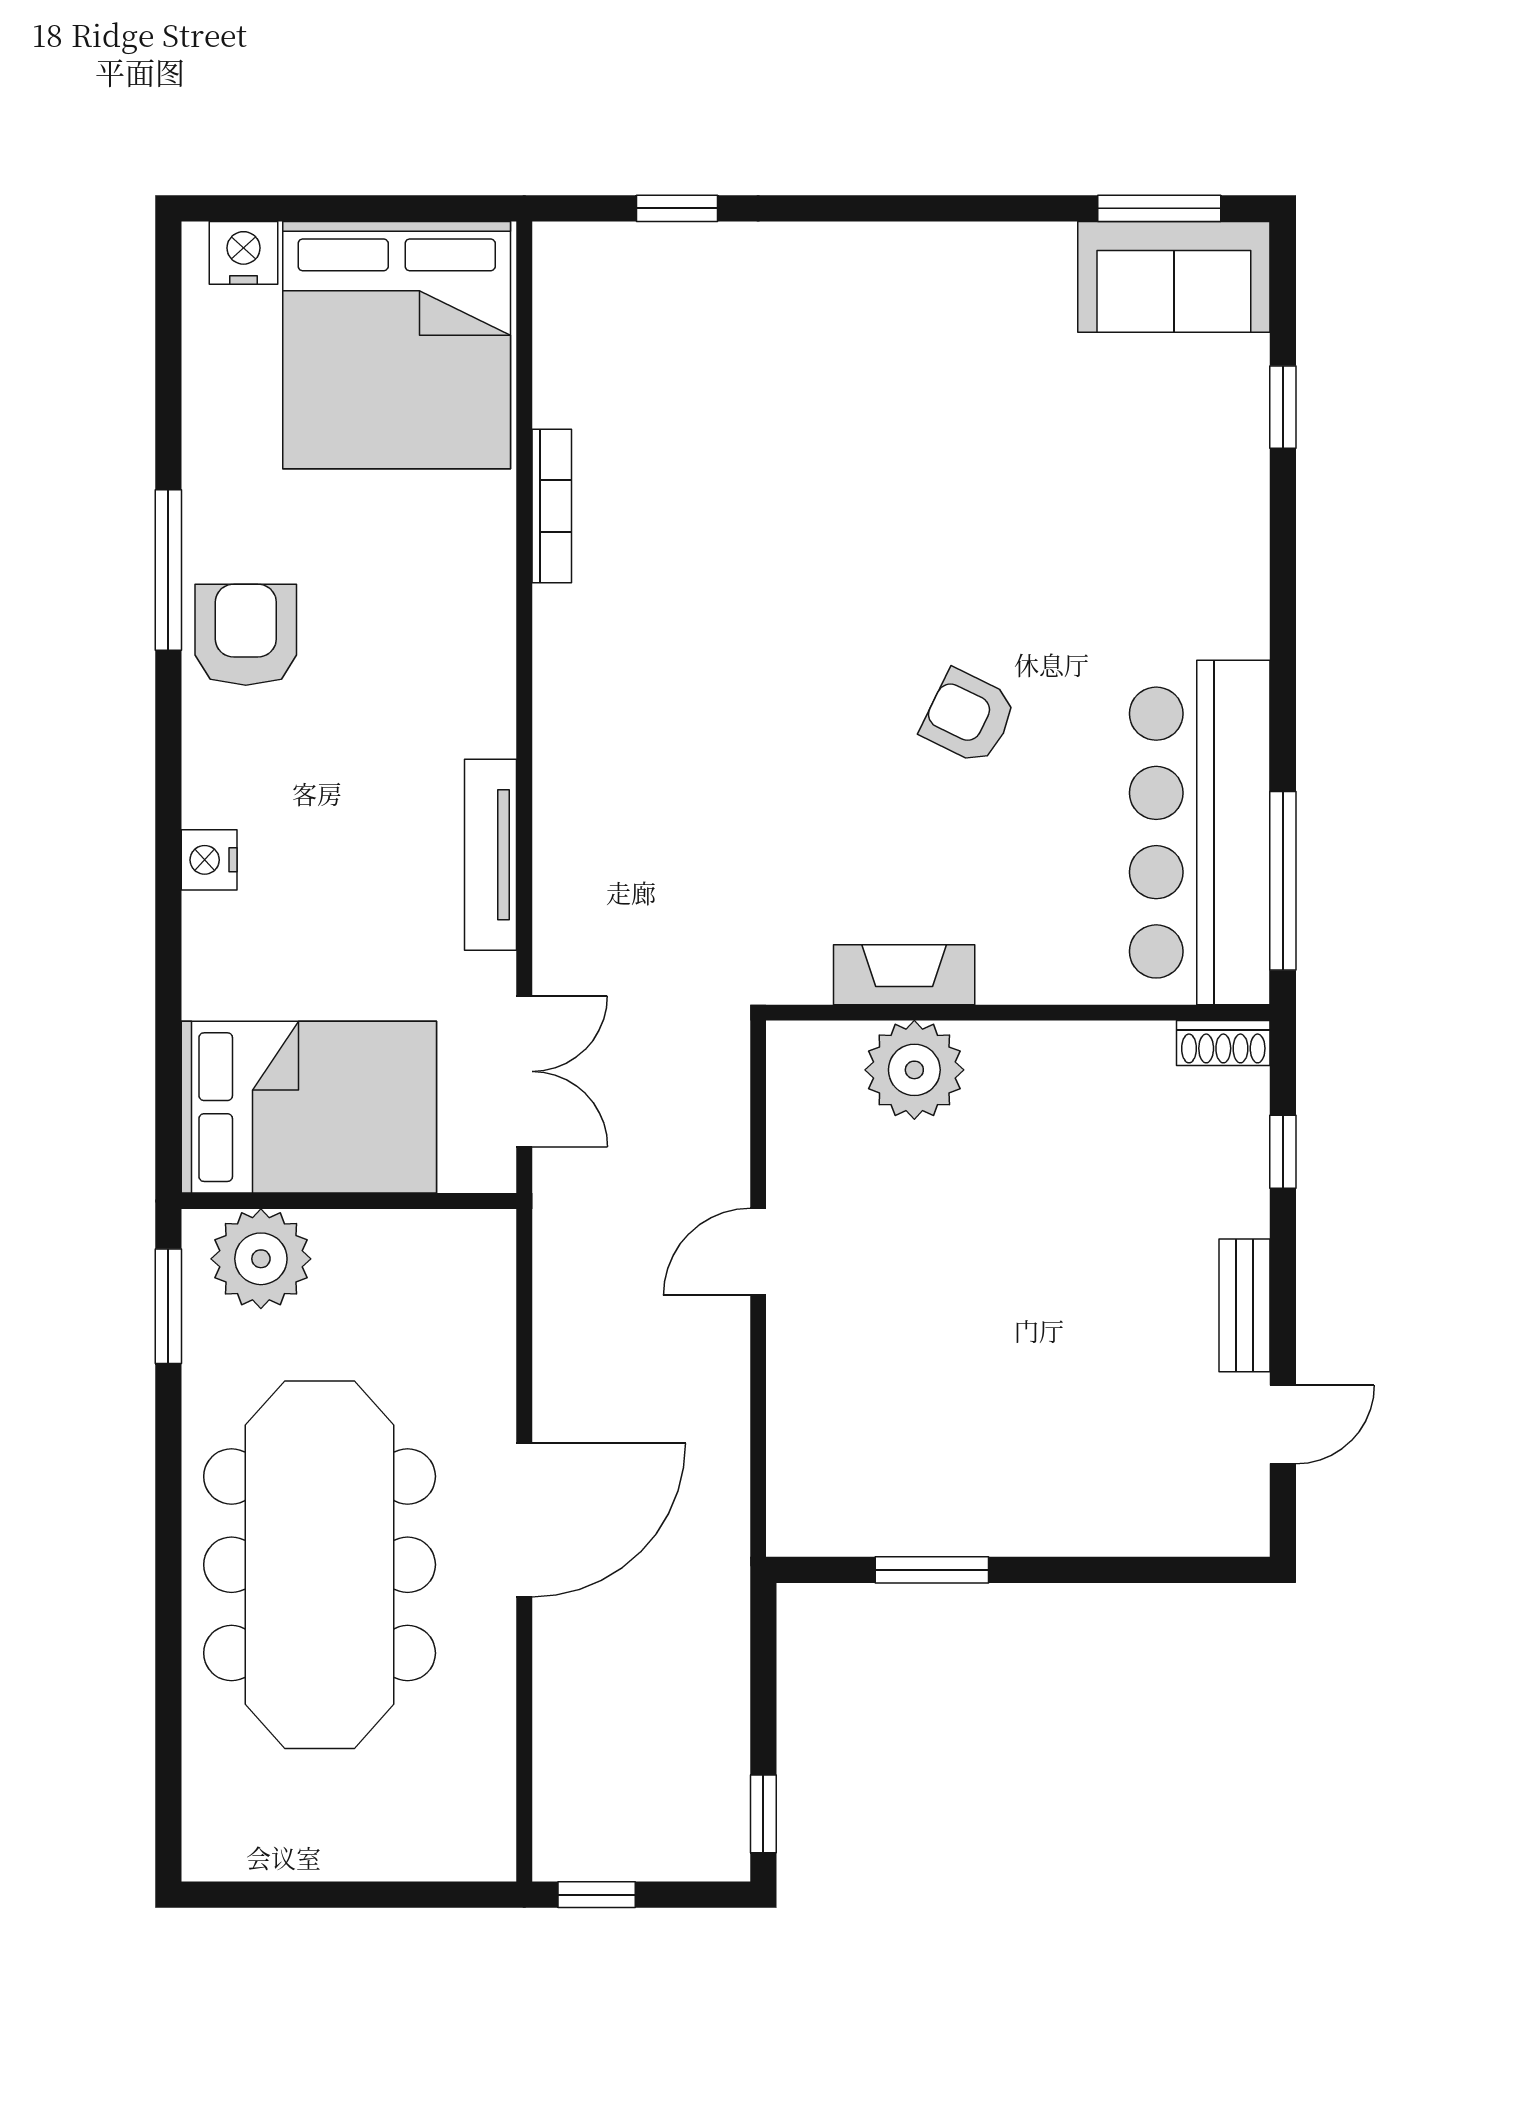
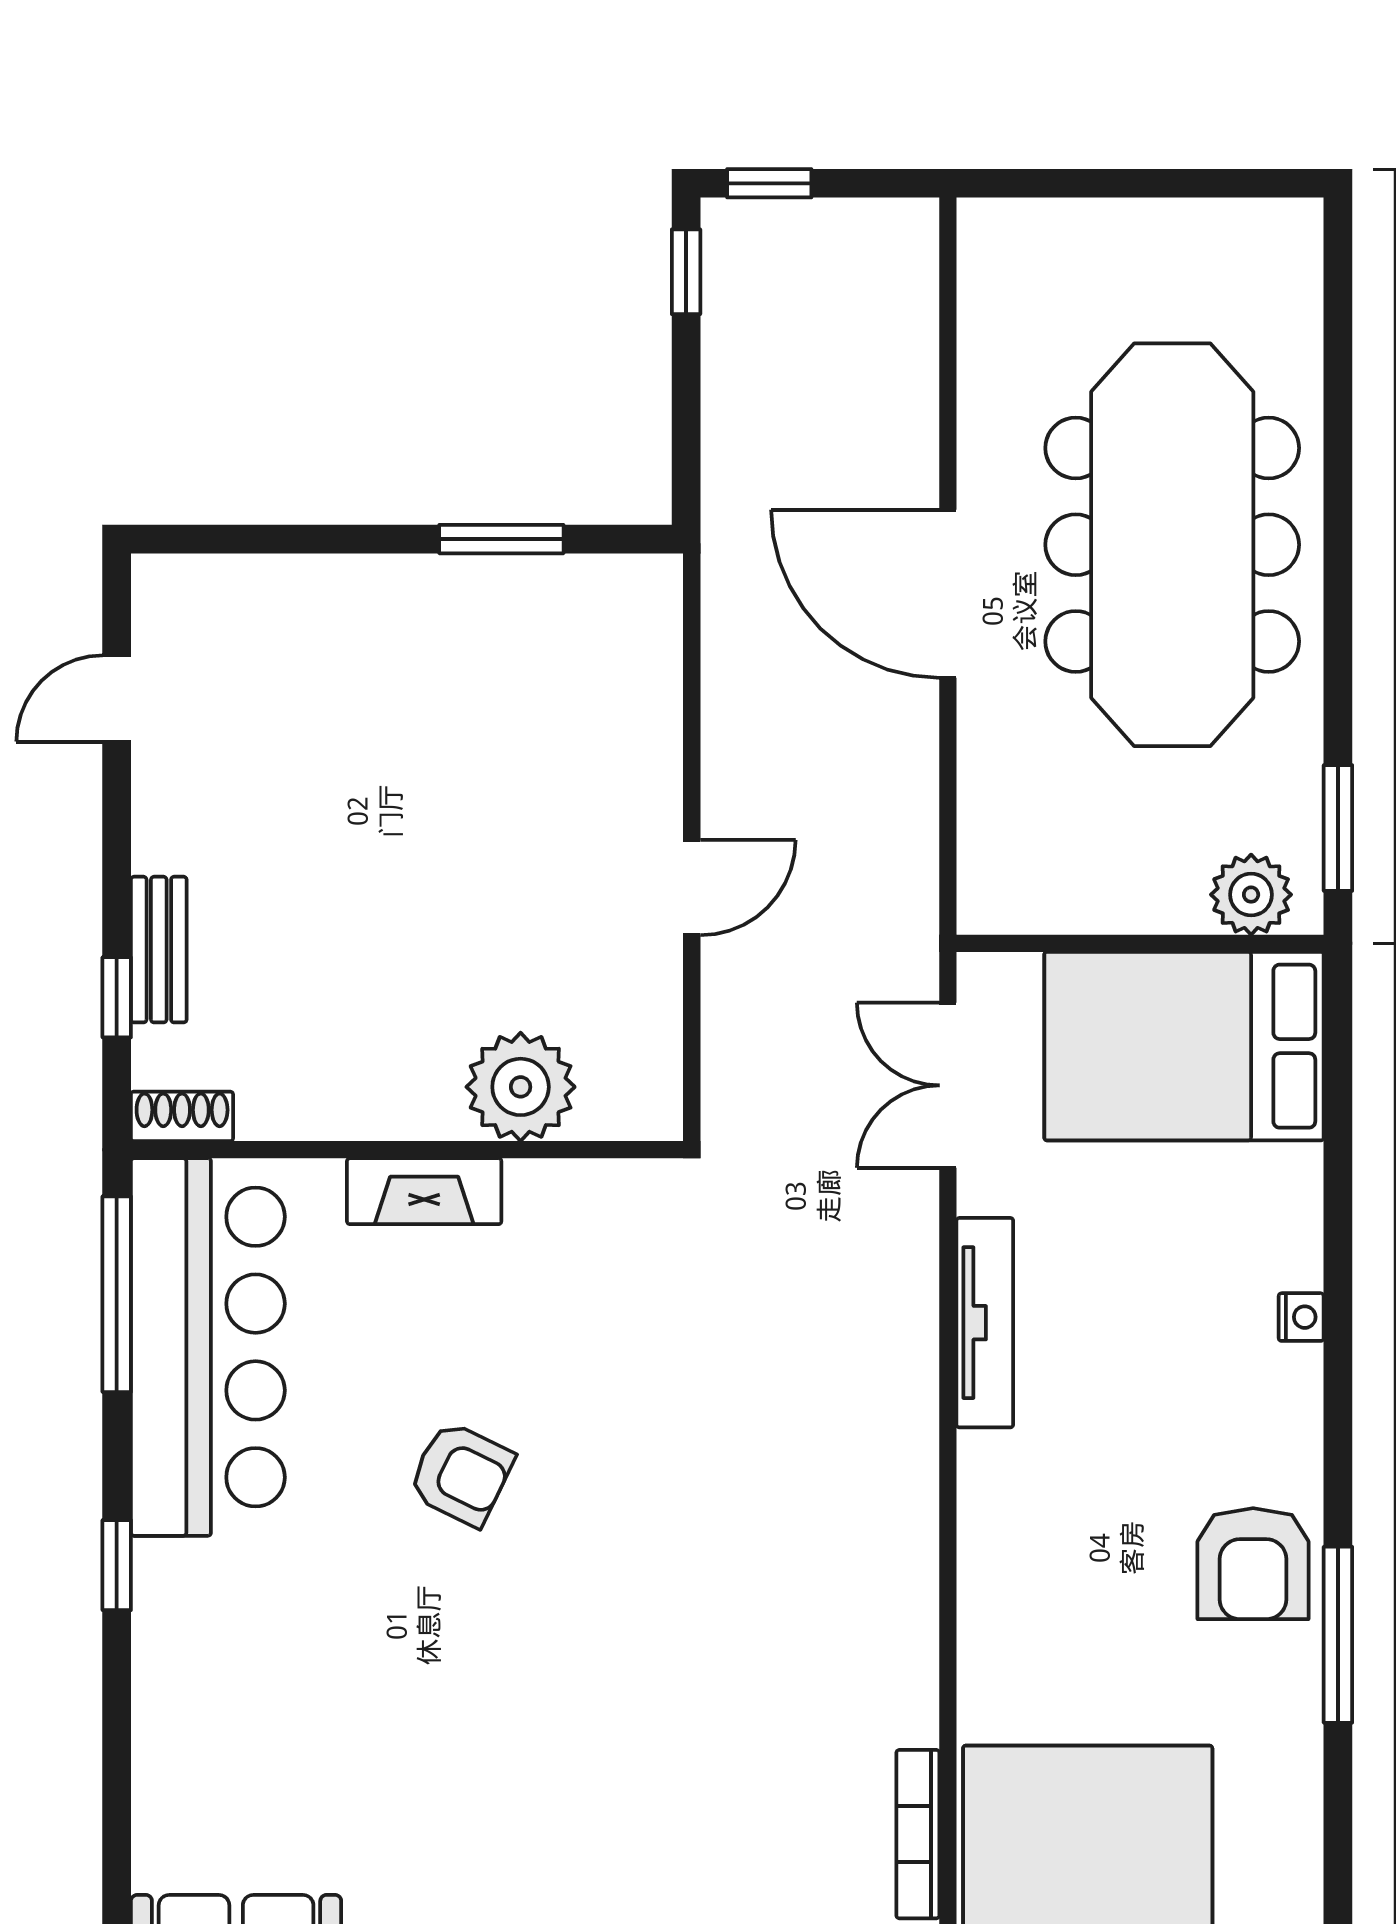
window: (1283, 407) -> (117, 1565), moved
bookcase: (552, 506) -> (918, 1834), moved
nightstand: (209, 860) -> (1301, 1317), width x0.72, depth x0.74
fireplace: (904, 975) -> (424, 1191), moved
plant: (261, 1259) -> (1251, 895), width x0.73, depth x0.73
bench: (1245, 1305) -> (159, 950), moved
door: (524, 1520) -> (948, 594), hinge flipped
window: (597, 1895) -> (769, 183), moved

